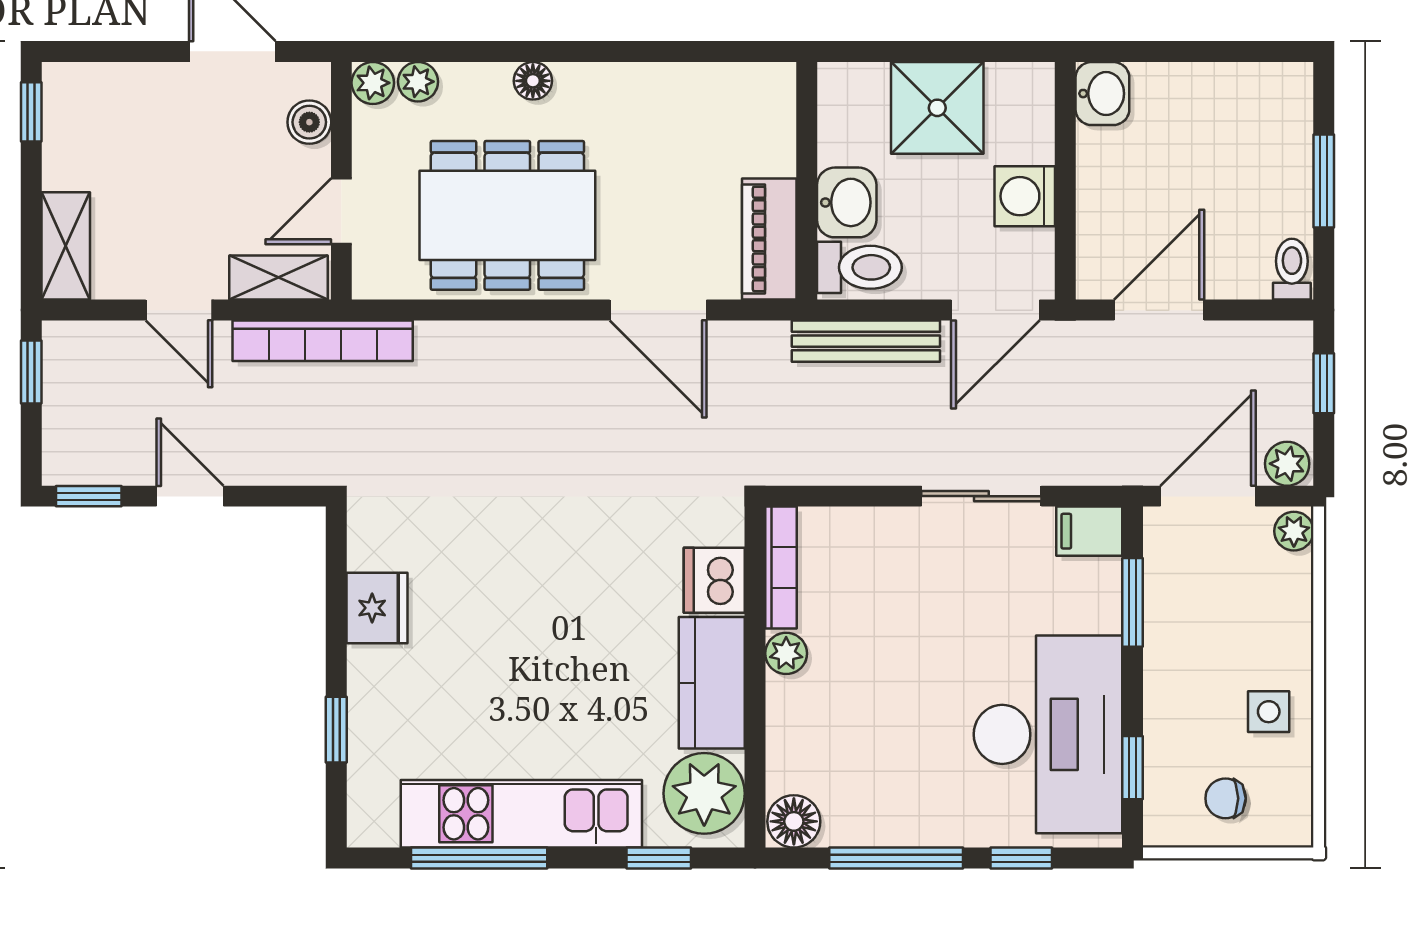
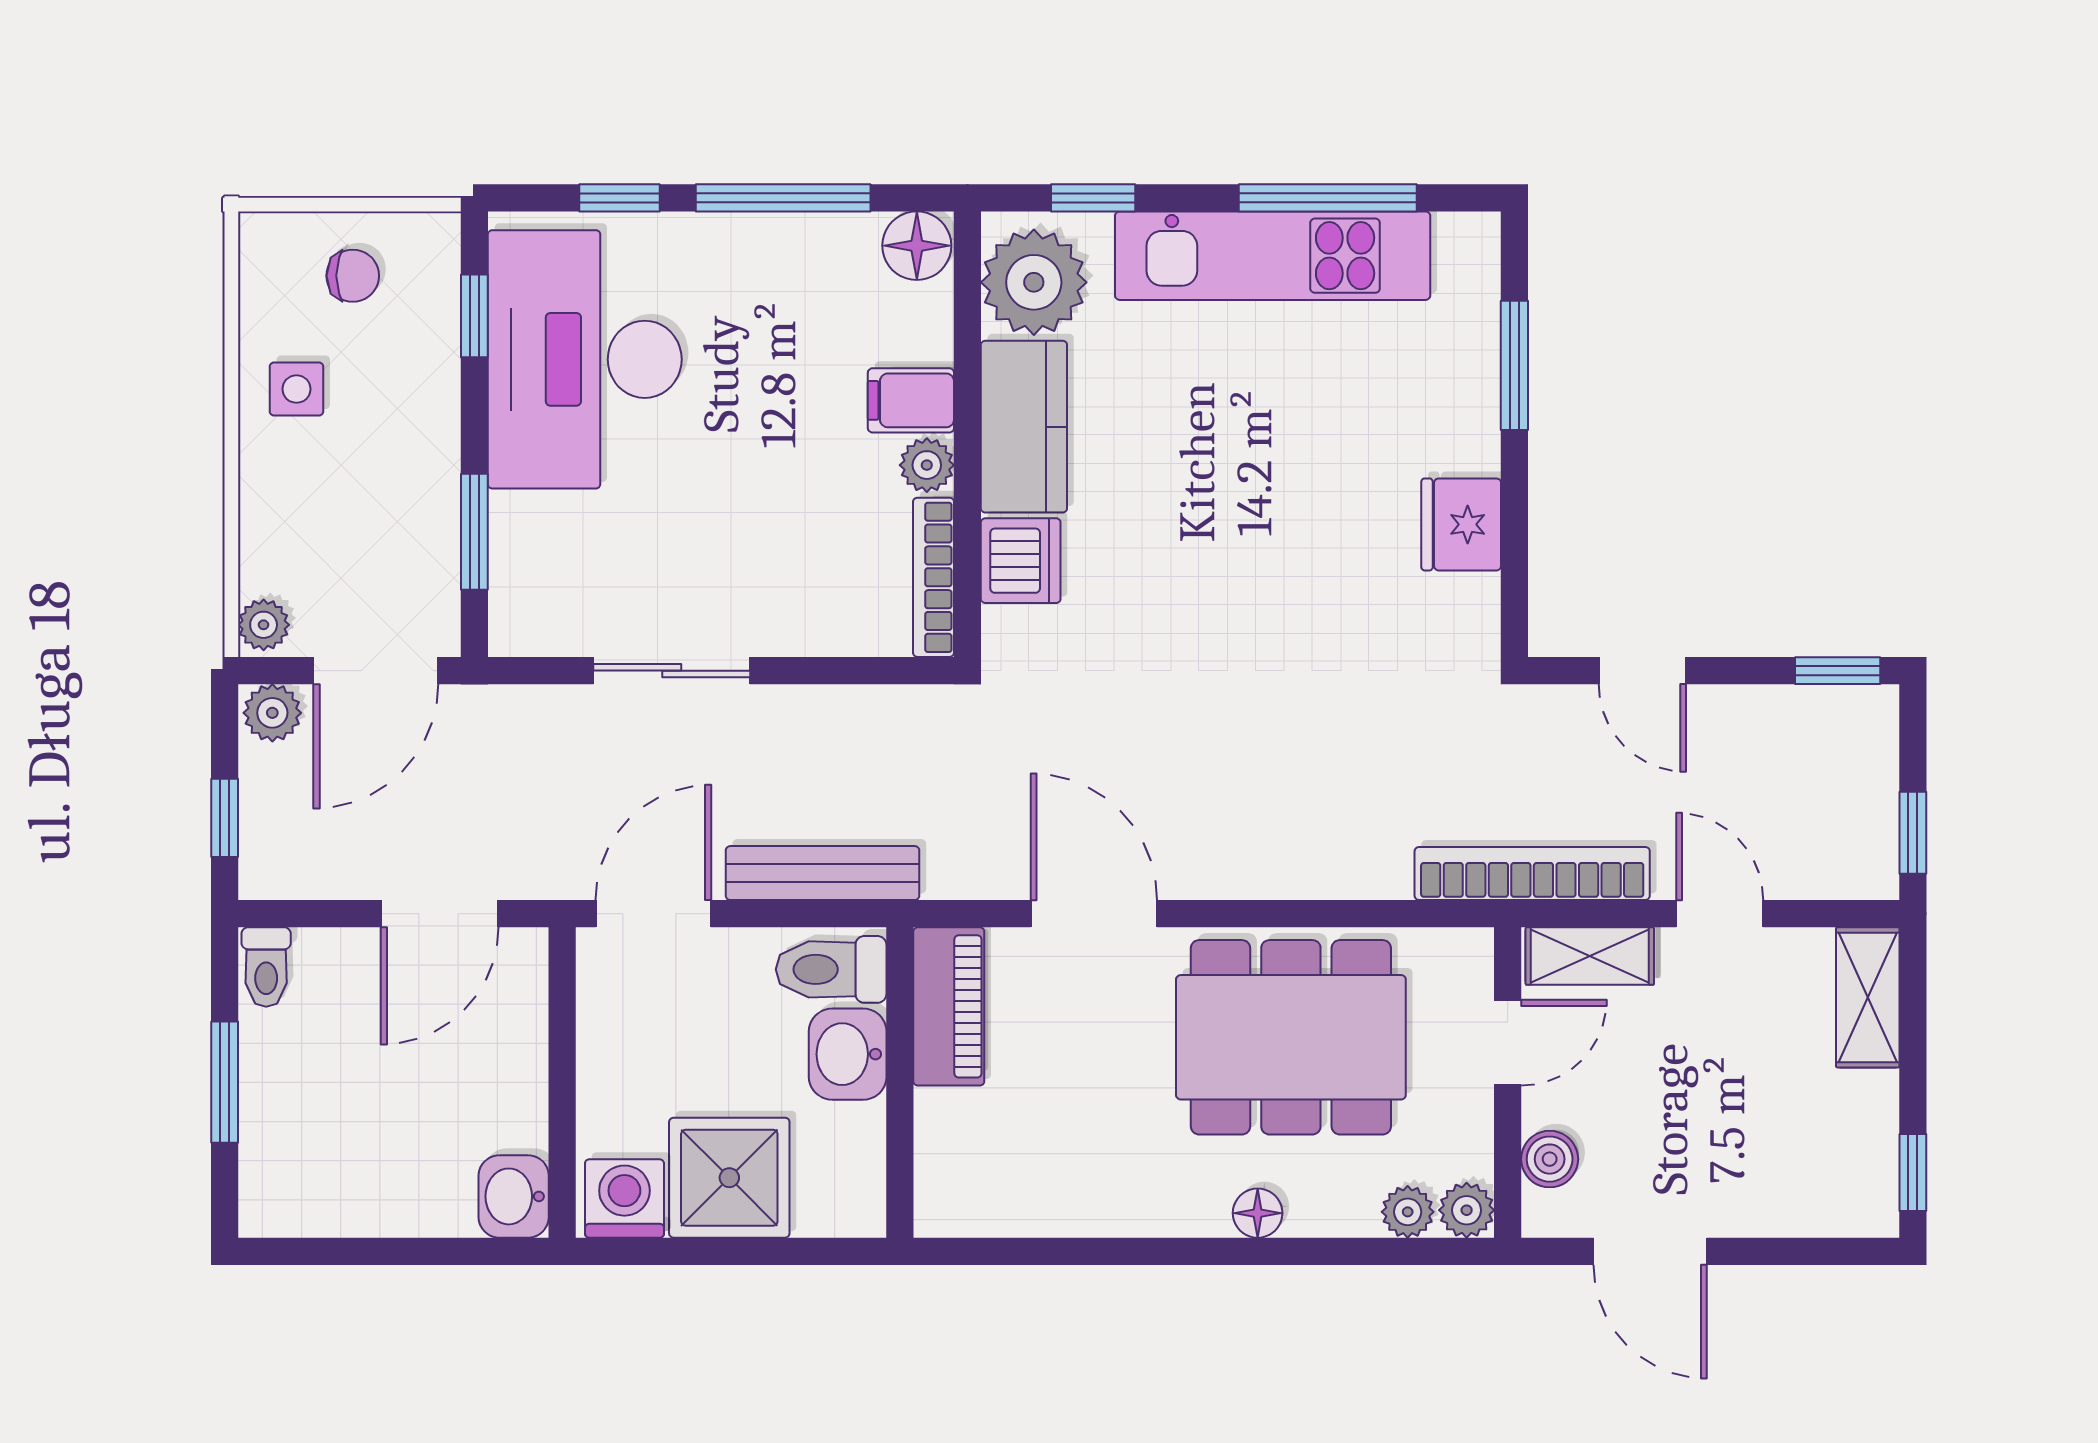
washing machine: (1025, 196) -> (624, 1198), moved, turned -90
door: (190, 496) -> (1642, 671), moved
filing cabinet: (1089, 531) -> (911, 400), moved, turned 180
window: (336, 730) -> (1514, 365), width x1.50

